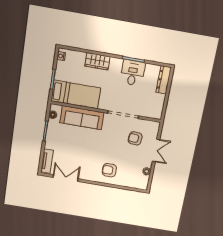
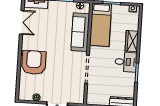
desk: (133, 73) -> (126, 62), moved
armchair: (135, 138) -> (66, 83), removed
armchair: (109, 170) -> (34, 62), width x1.88, depth x1.88

